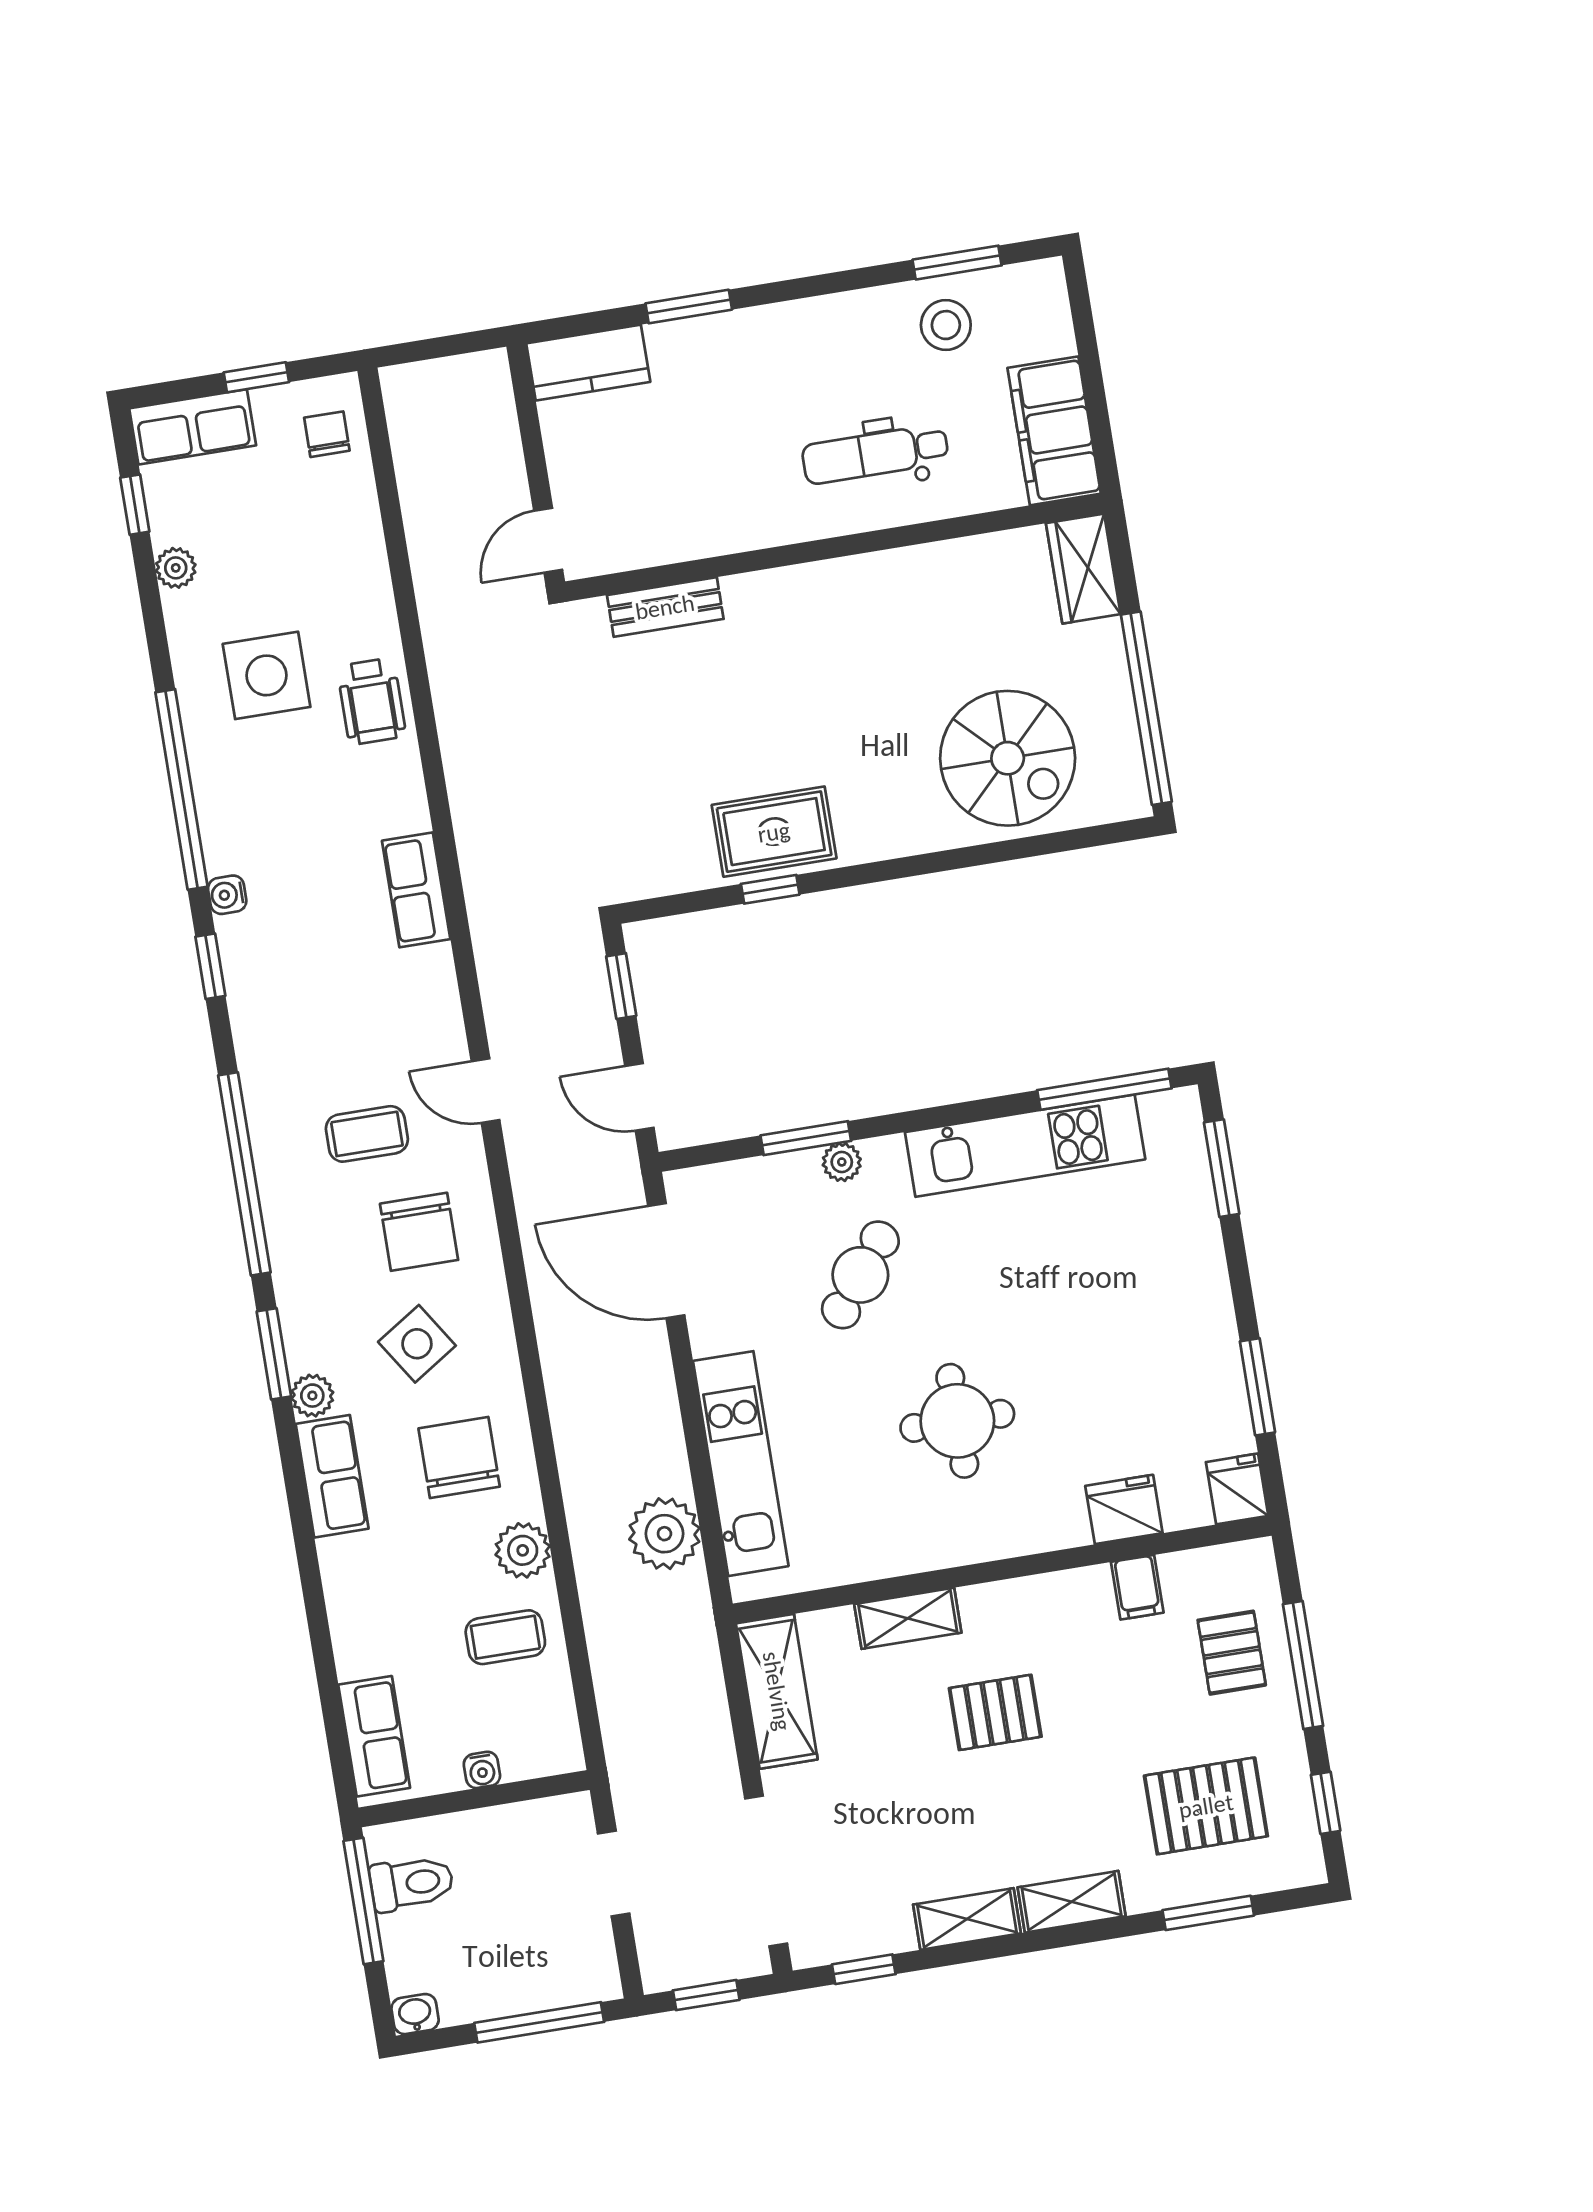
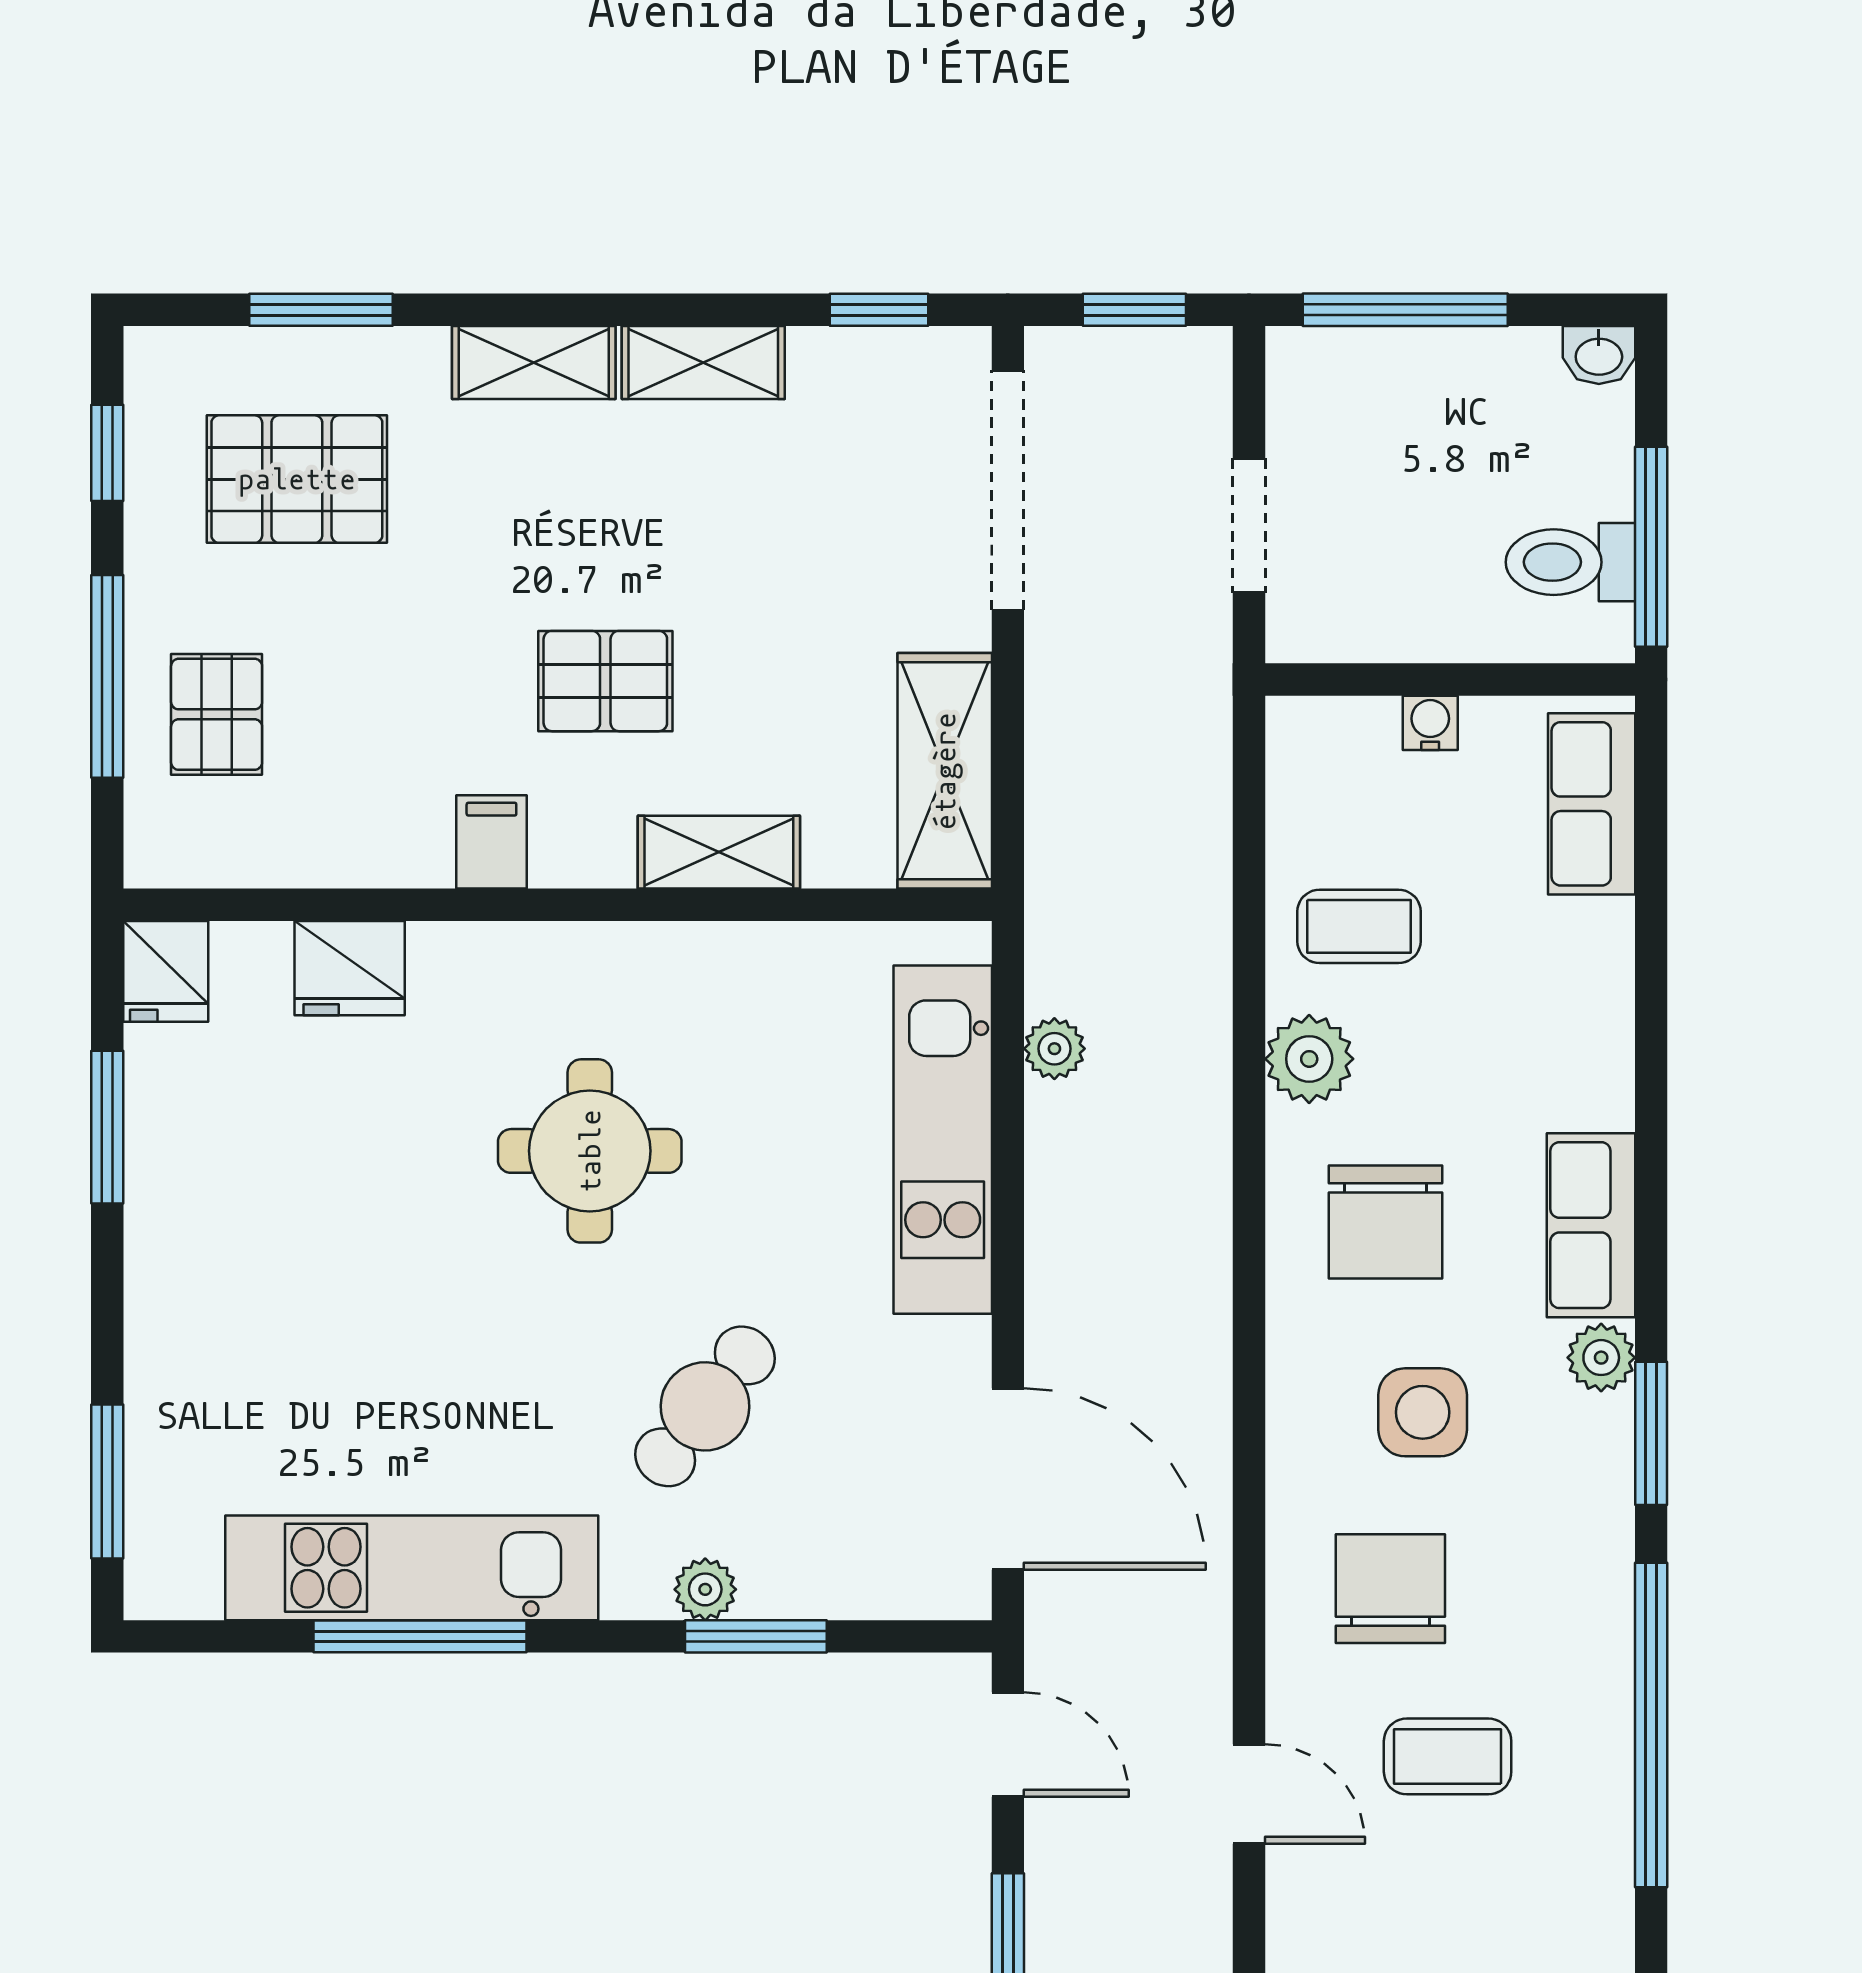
window: (1104, 1089) -> (420, 1636), moved
side table: (417, 1344) -> (1423, 1412), turned 33
plant: (664, 1534) -> (1054, 1049), width x0.53, depth x0.53
filing cabinet: (1137, 1587) -> (491, 842), moved

